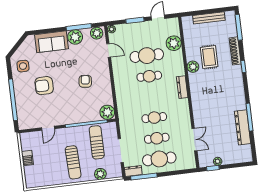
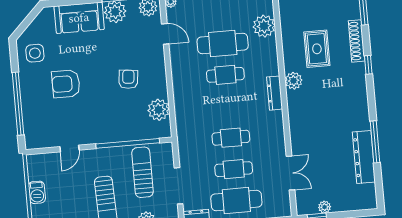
plant: (193, 67) -> (294, 81), moved
plant: (107, 112) -> (159, 110), moved

